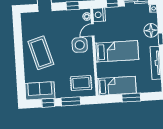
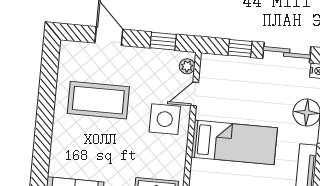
nightstand: (99, 15) -> (211, 67), removed
coffee table: (41, 53) -> (98, 100), moved, turned -74

